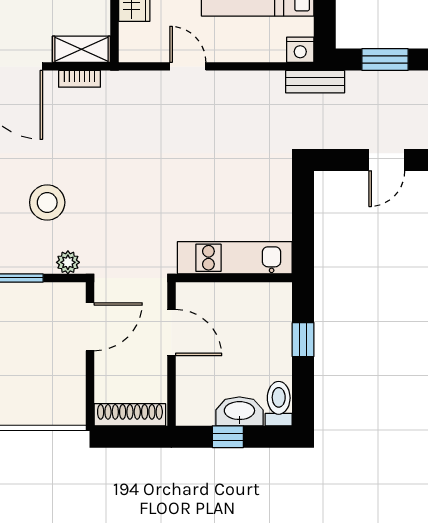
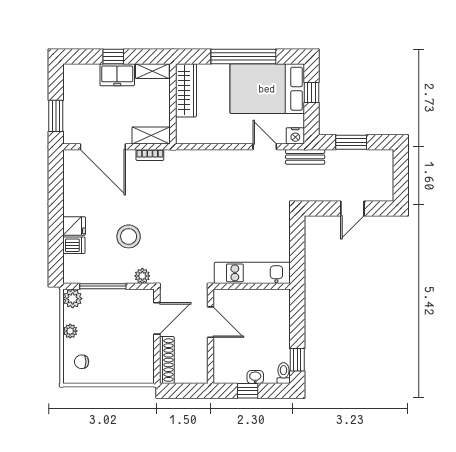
door: (188, 66) -> (265, 147), moved
window: (303, 340) -> (297, 360), moved
toilet: (279, 404) -> (284, 373), width x0.73, depth x0.72
washbasin: (239, 411) -> (255, 377), width x0.52, depth x0.69
shoe rack: (130, 415) -> (167, 360), moved, turned 90

